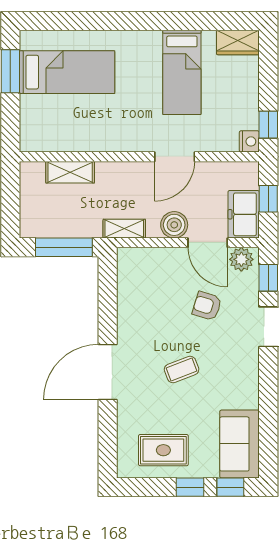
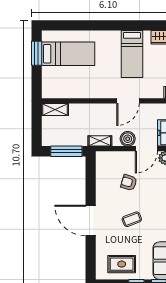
shelving: (70, 172) -> (55, 109), moved
door: (208, 243) -> (146, 149), hinge flipped
armchair: (207, 306) -> (129, 182), moved
door: (108, 372) -> (91, 221), hinge flipped

